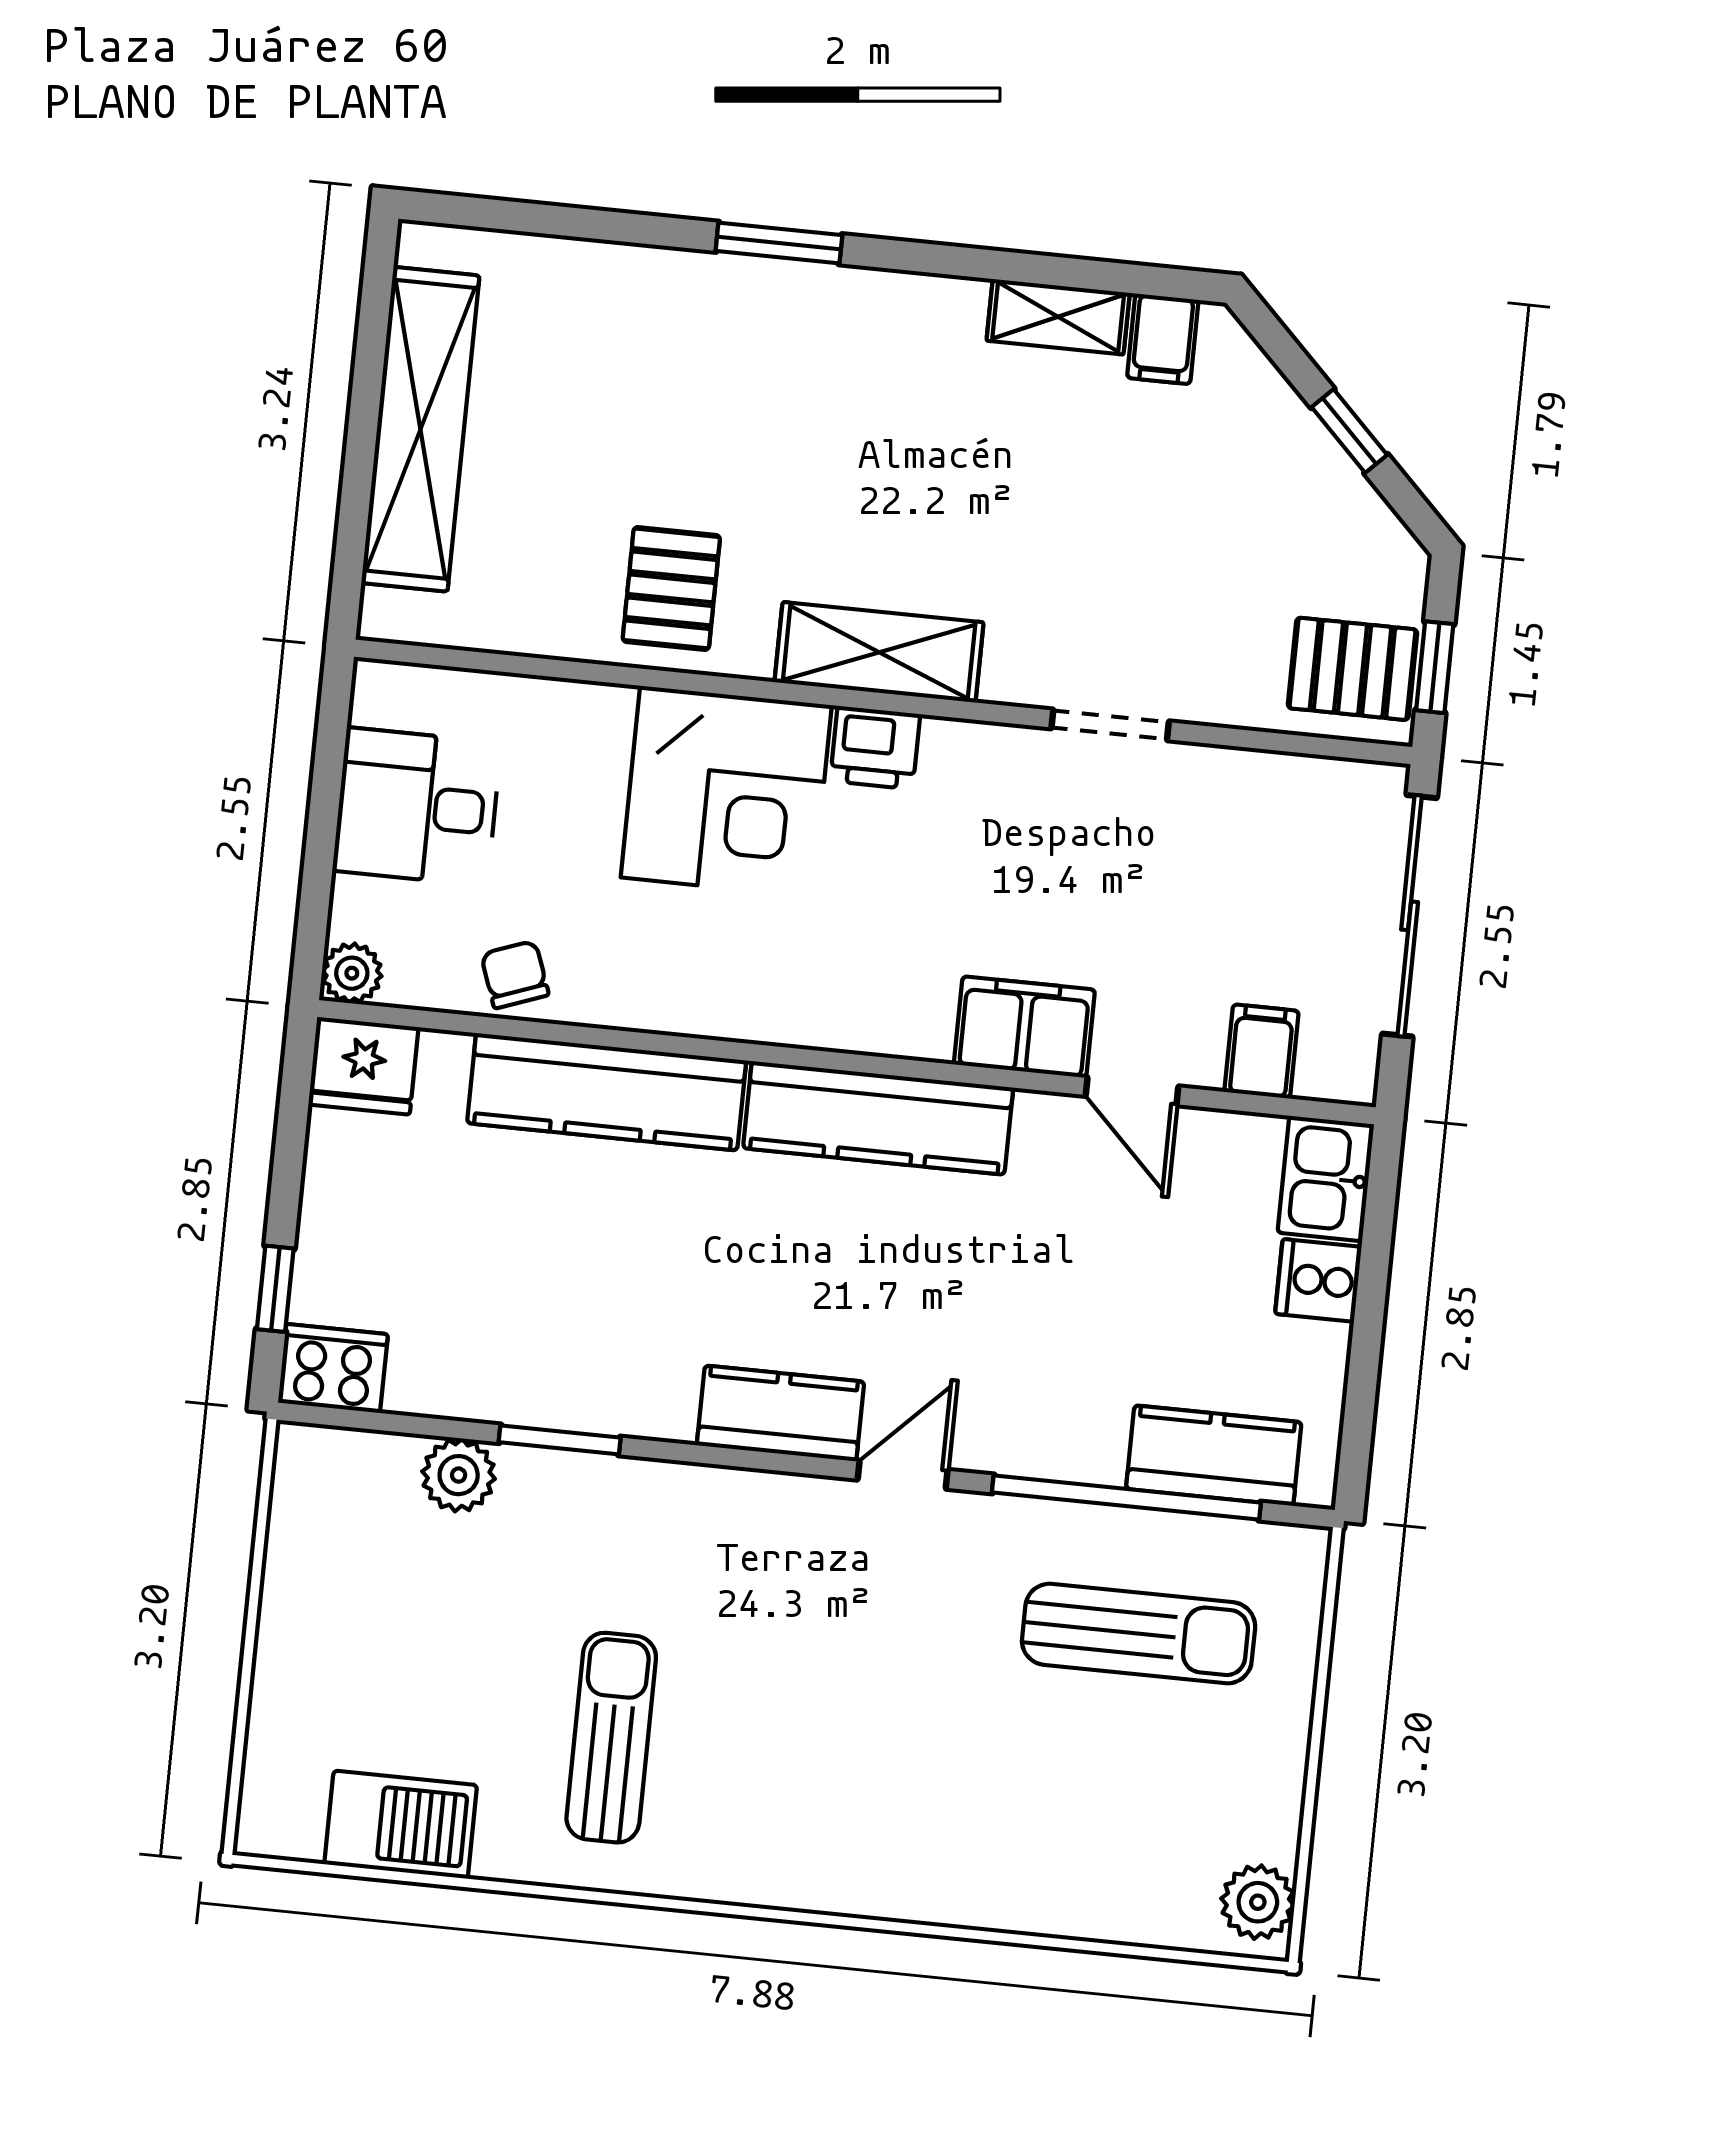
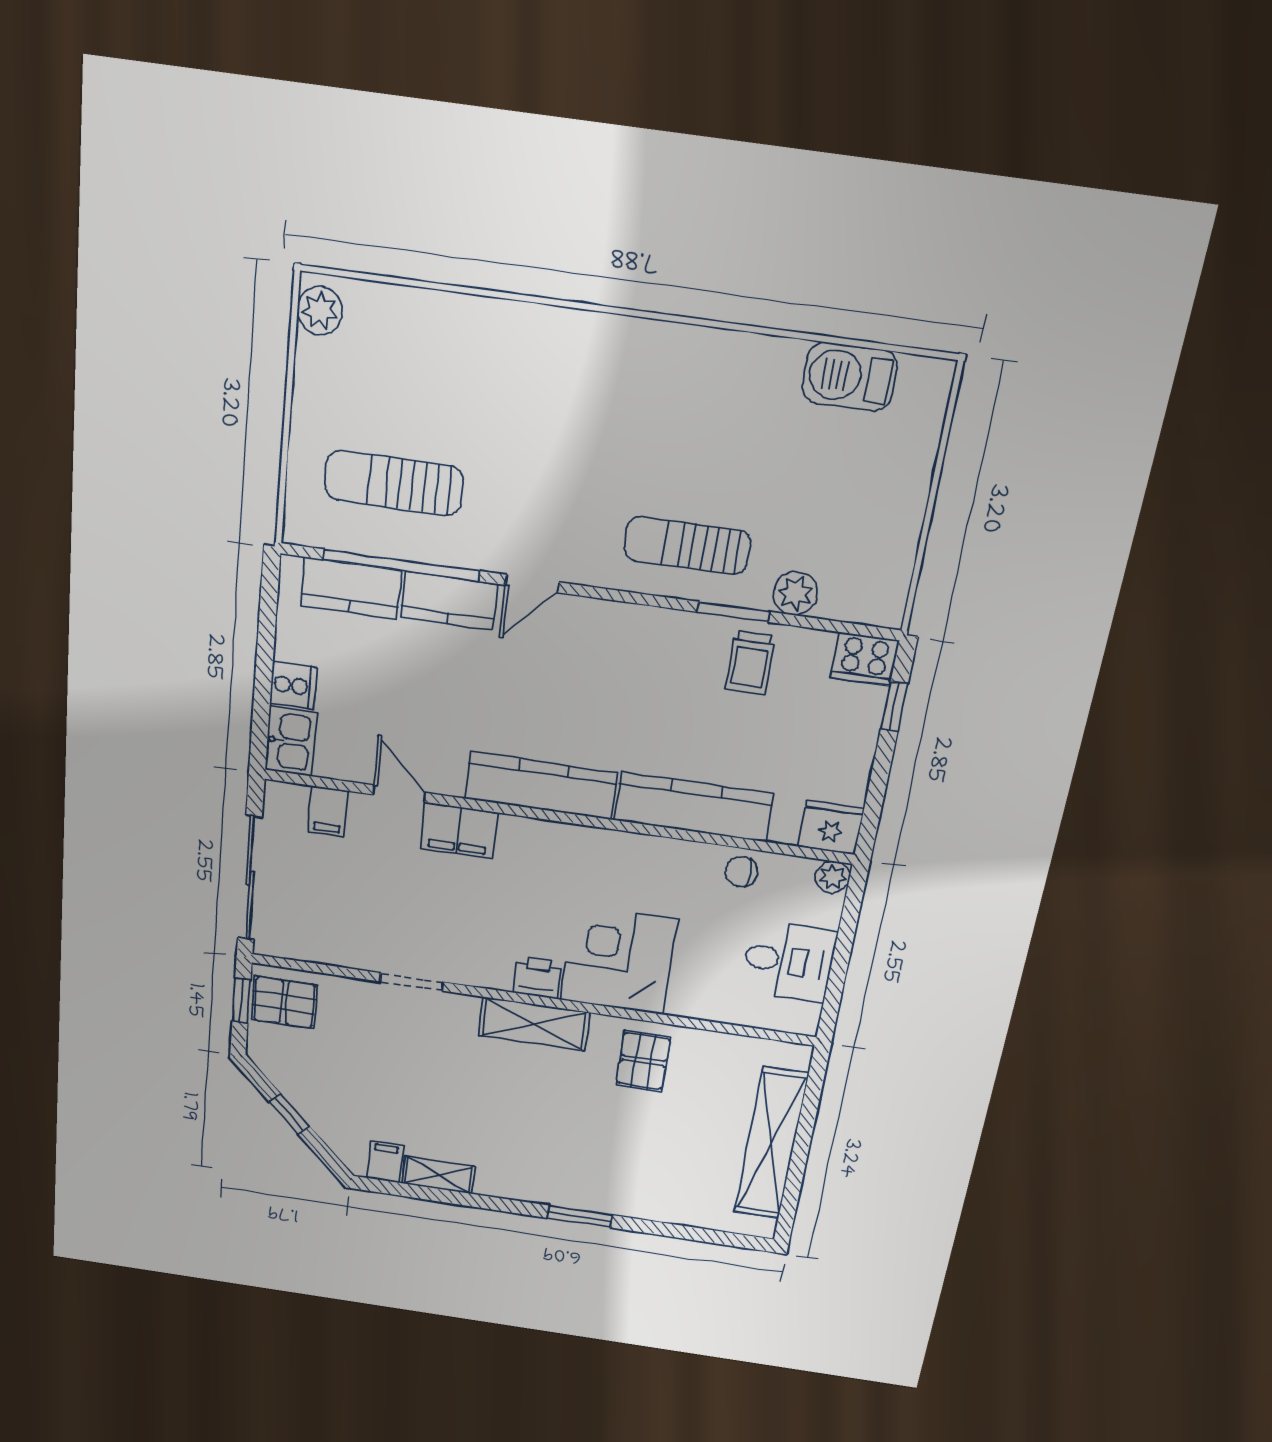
chair: (515, 975) -> (741, 872), turned 110
trolley: (526, 1354) -> (750, 663), added
kitchen counter: (781, 1413) -> (449, 601), moved
sun lounger: (611, 1738) -> (687, 546), moved, turned 90

